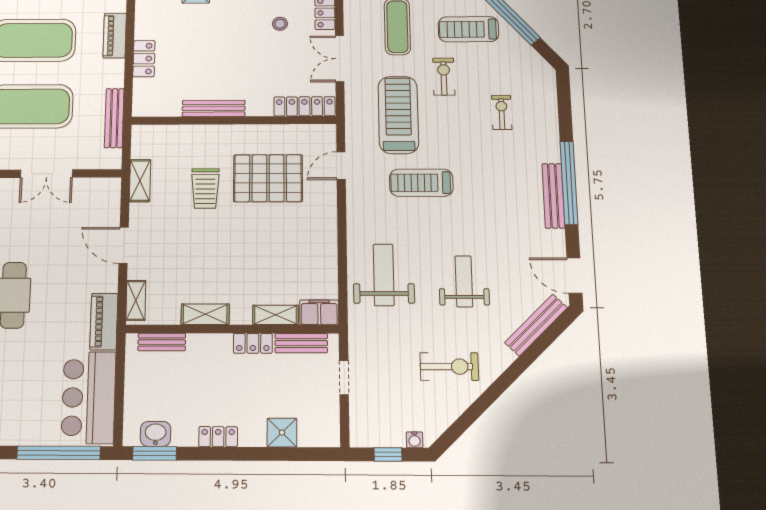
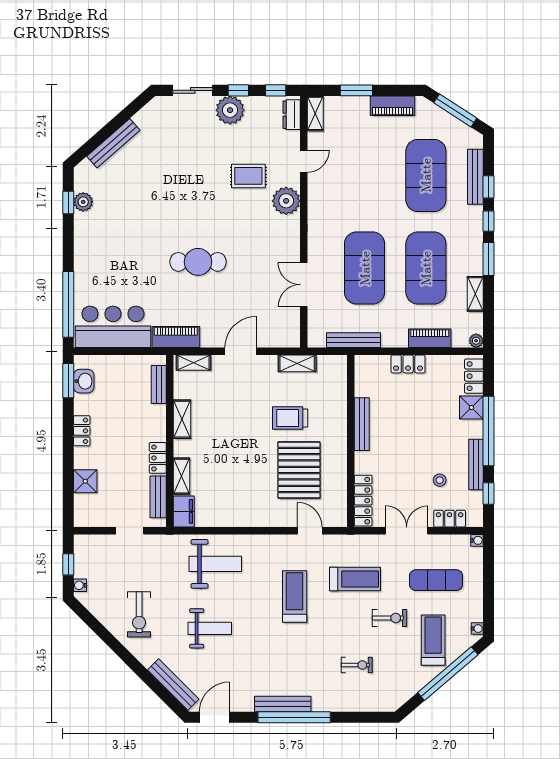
treadmill: (398, 115) -> (355, 579), width x0.73, depth x0.73

